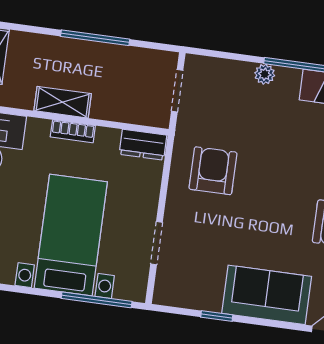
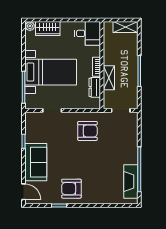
plant: (265, 74) -> (133, 148), removed
shelving: (63, 102) -> (109, 78), moved
dresser: (143, 145) -> (95, 87), moved

